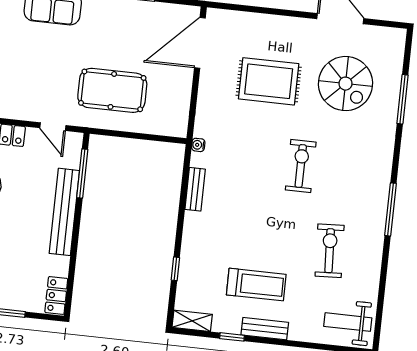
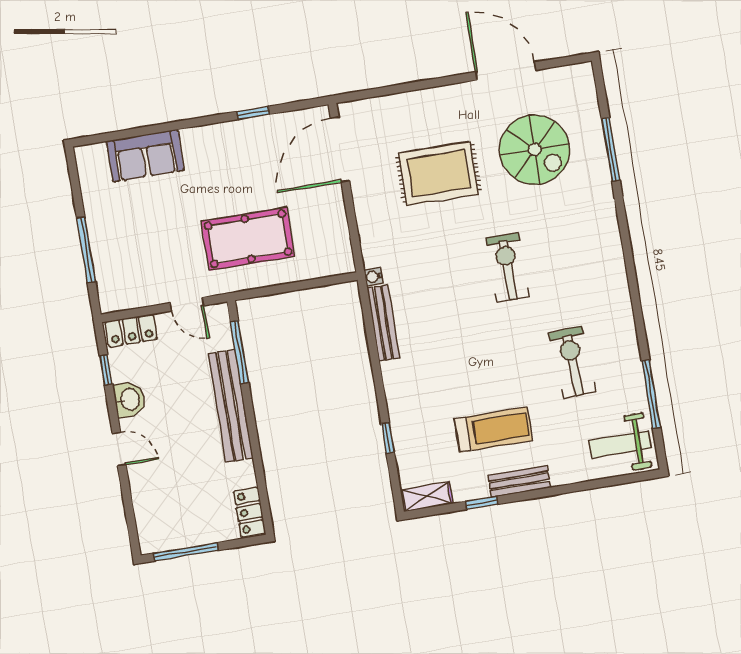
bench: (195, 189) -> (383, 323), width x1.36
window: (391, 209) -> (651, 394), moved

